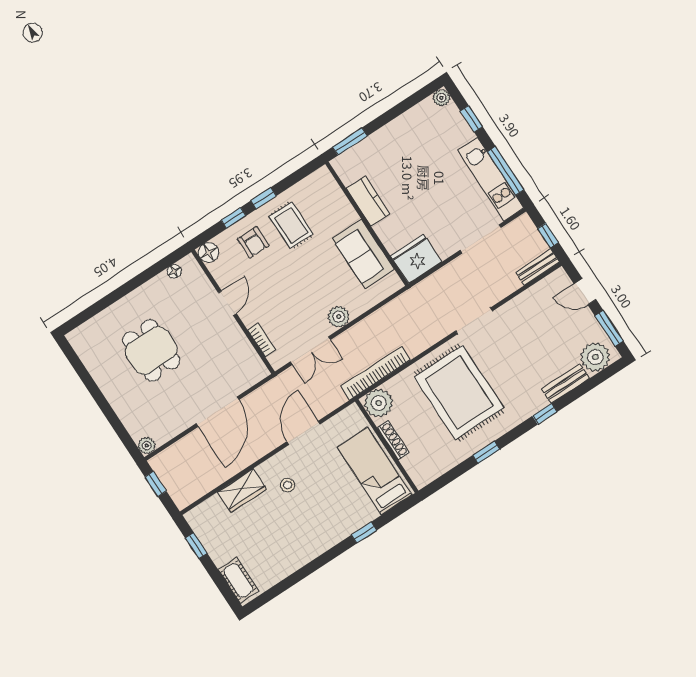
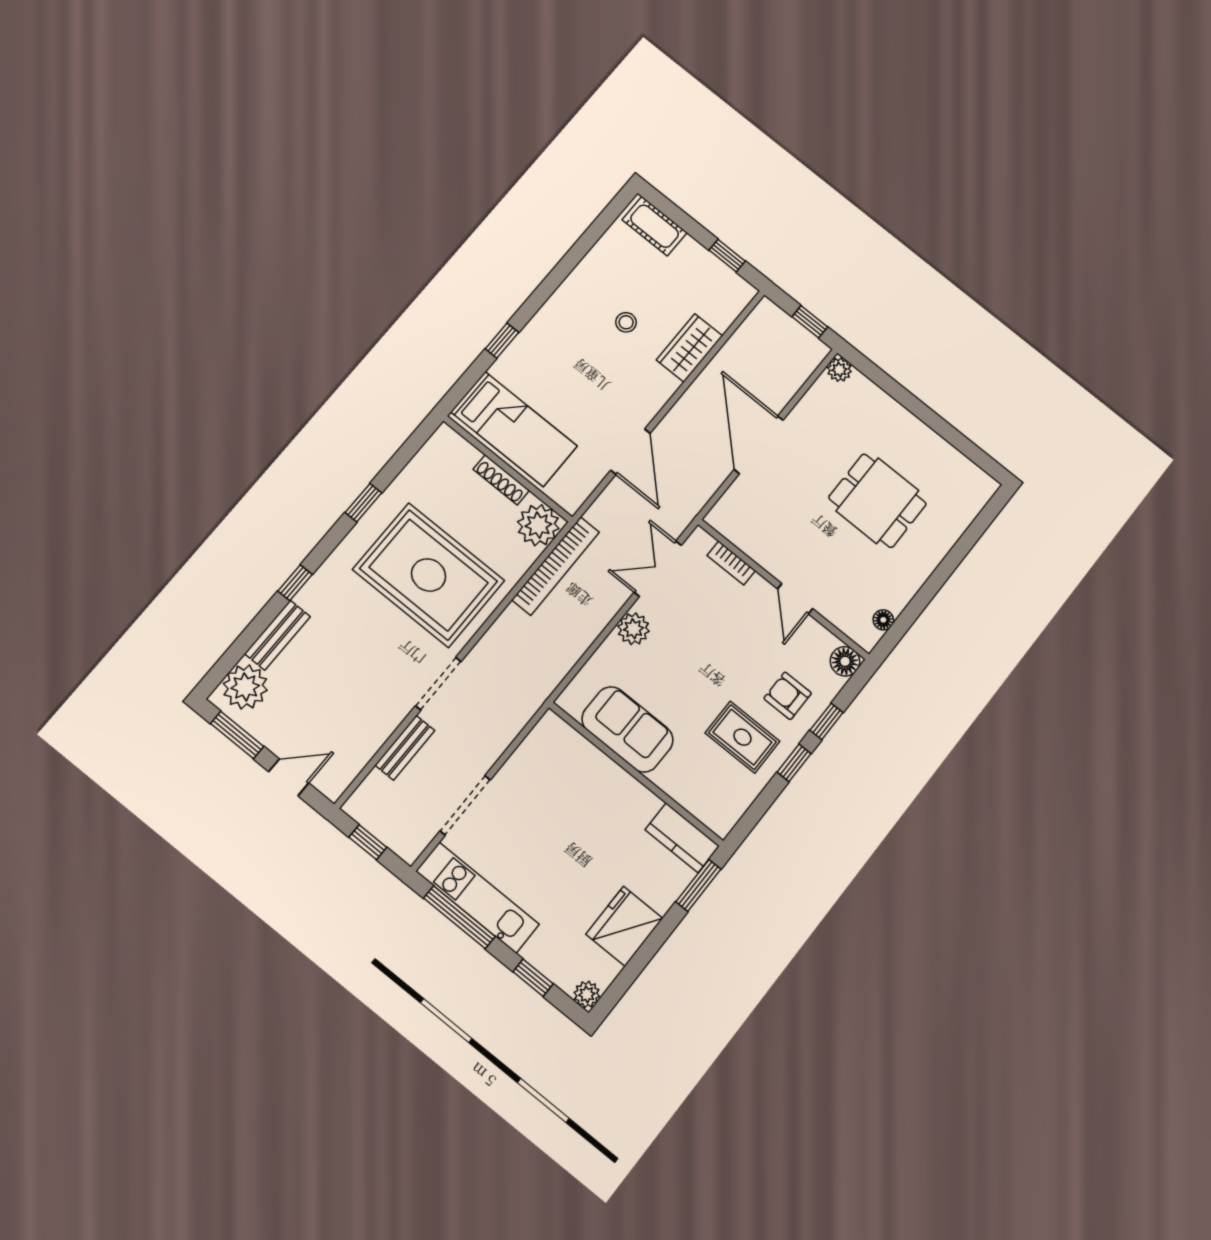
kitchen counter: (368, 201) -> (682, 838), moved
fridge: (416, 259) -> (624, 926), moved, turned 180
bench: (538, 267) -> (405, 748), moved
stool: (288, 485) -> (626, 322), moved

